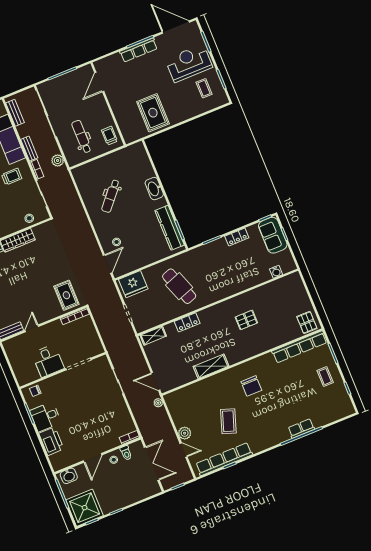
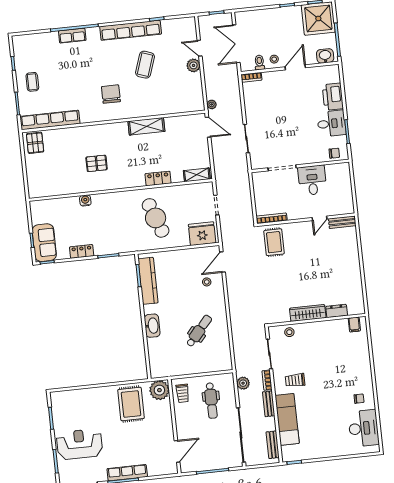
reception desk: (189, 63) -> (79, 444), turned 180
coffee table: (204, 88) -> (71, 414), removed
plant: (131, 132) -> (159, 390), added
water cooler: (276, 272) -> (85, 200), moved
row of seats: (224, 459) -> (131, 30), moved

